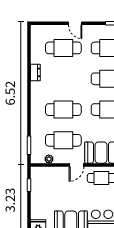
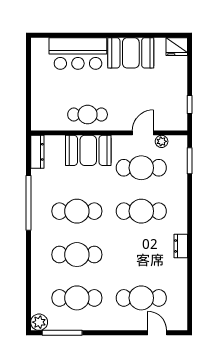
door: (75, 23) -> (157, 333), moved
dresser: (35, 72) -> (181, 246), moved
door: (76, 165) -> (143, 133), moved

